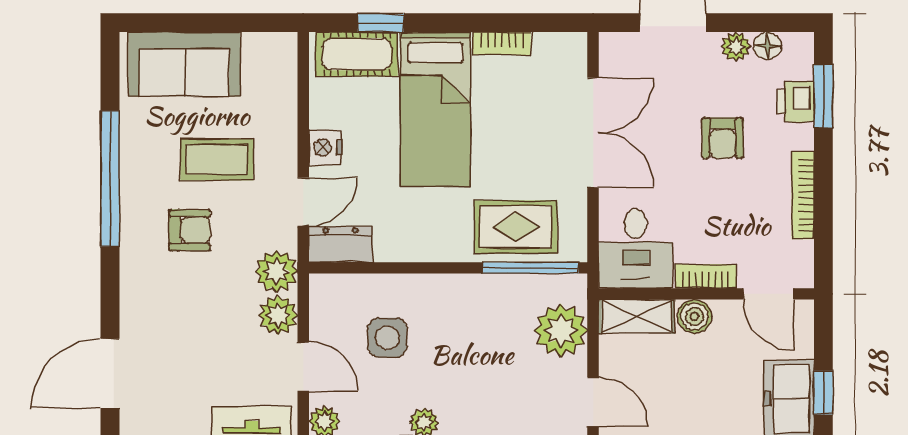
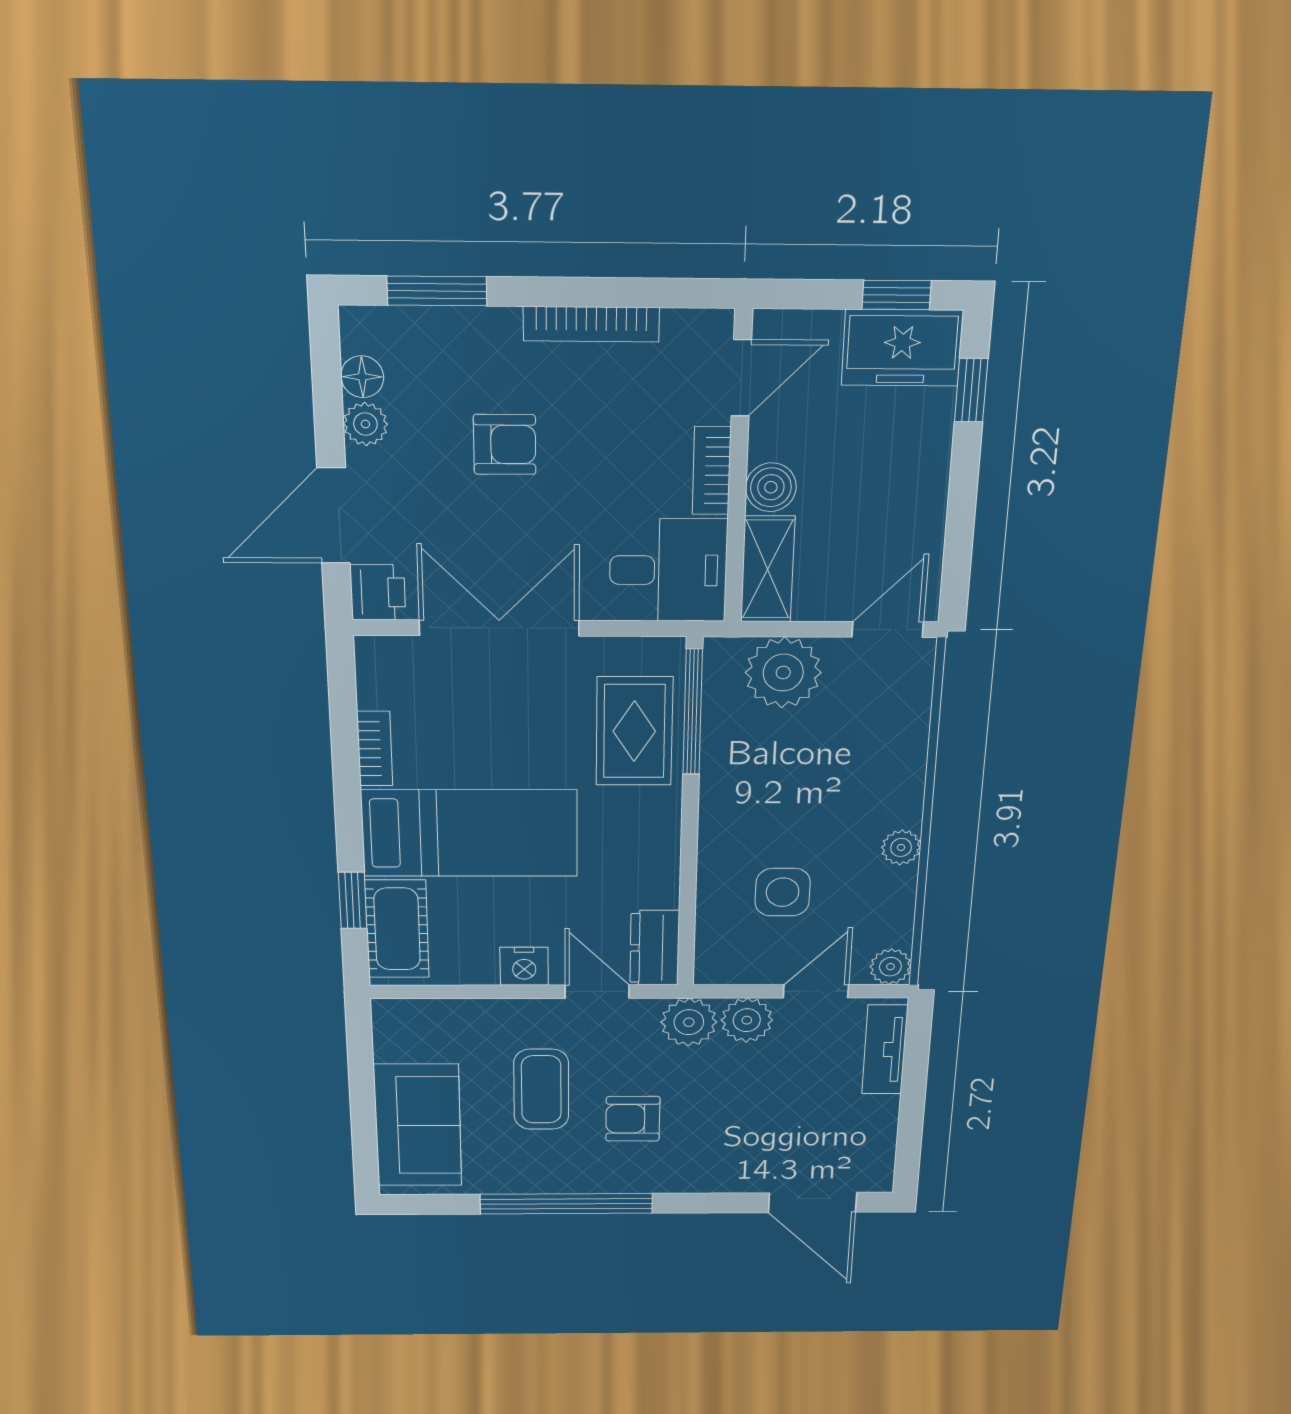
printer: (796, 102) -> (378, 592), moved, turned -90
armchair: (190, 230) -> (633, 1119), turned -90

